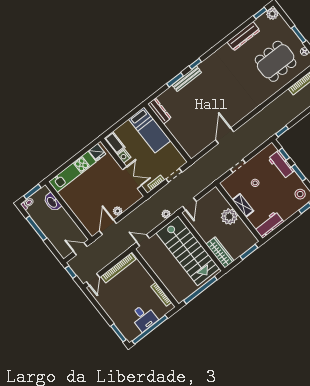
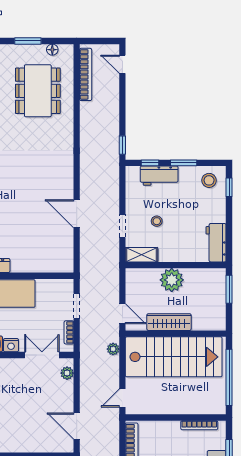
shelving: (243, 205) -> (142, 255), moved
plant: (118, 211) -> (67, 373), moved
wardrobe: (220, 252) -> (169, 322), moved

